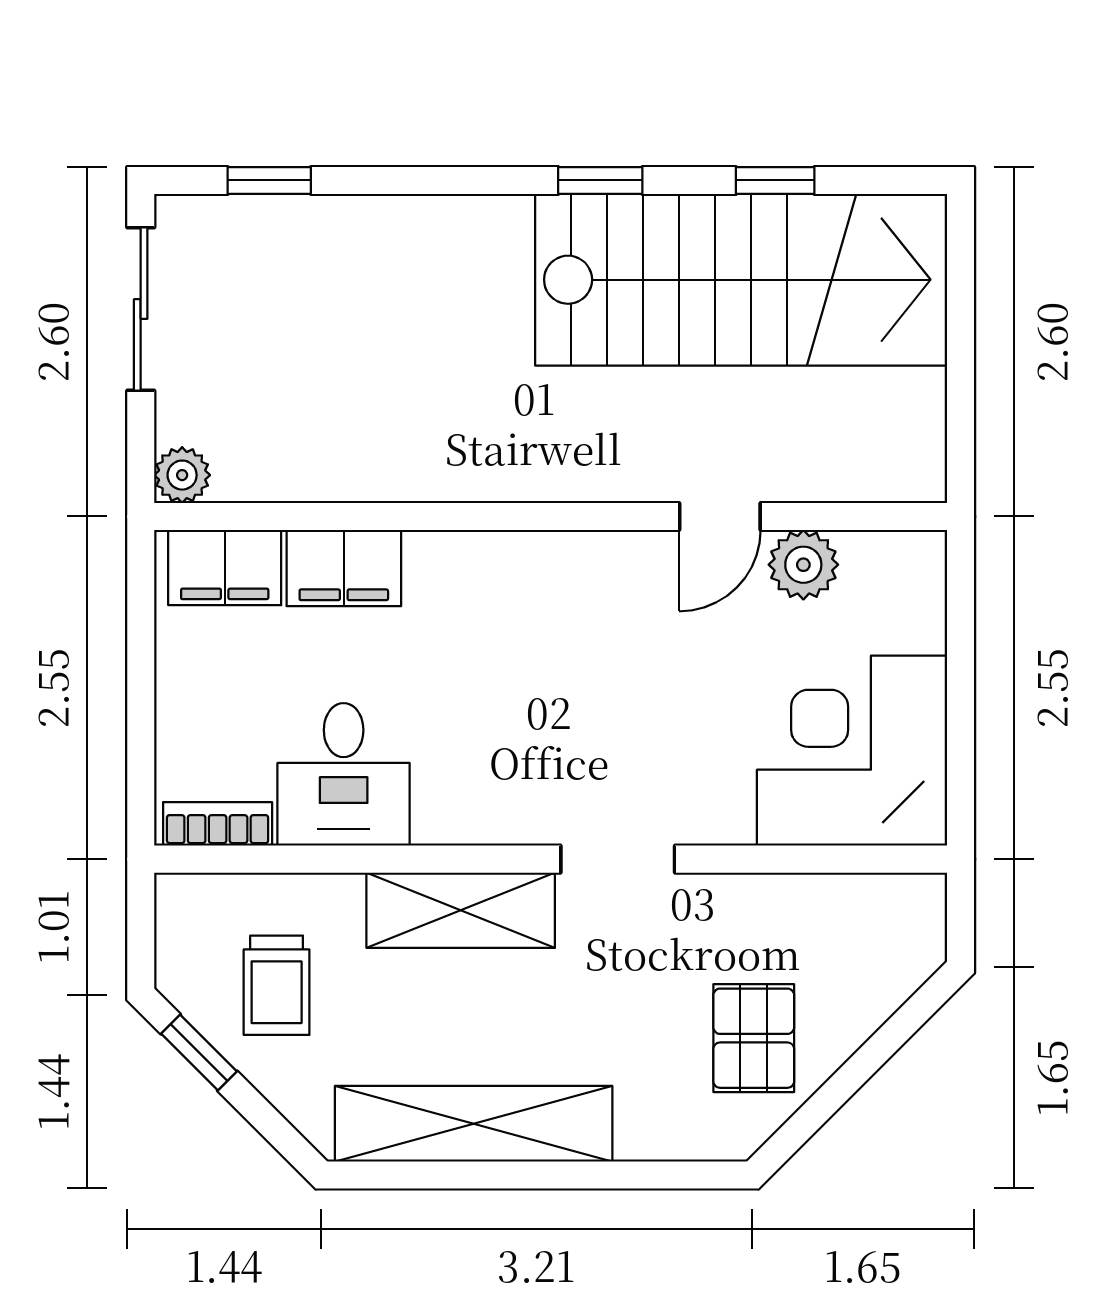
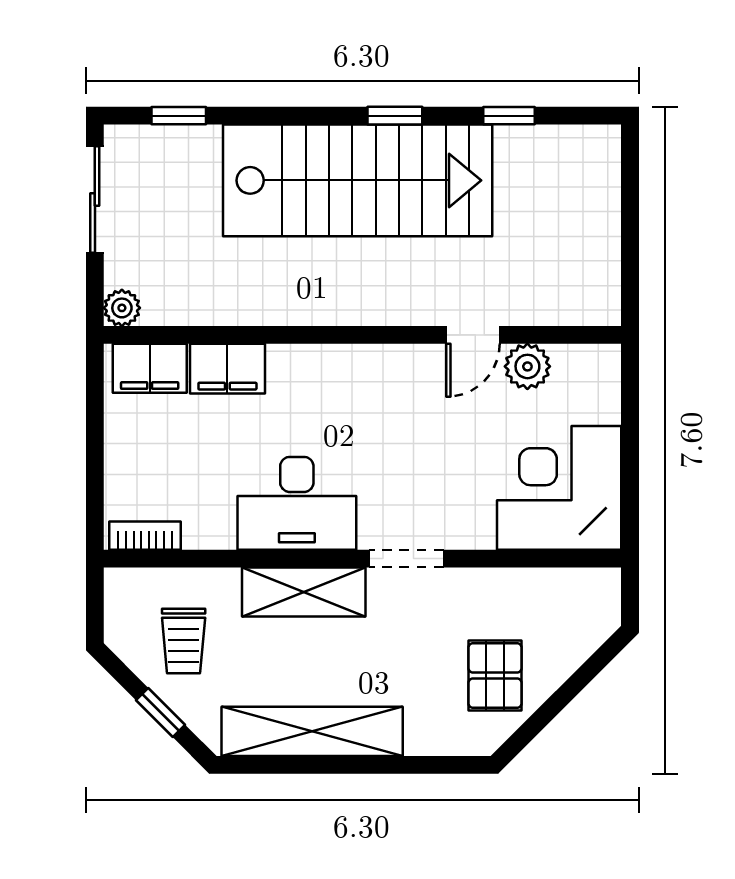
stairs: (741, 280) -> (358, 180), moved
desk: (344, 774) -> (297, 503), moved, width x1.37
window: (199, 1052) -> (161, 712), moved

